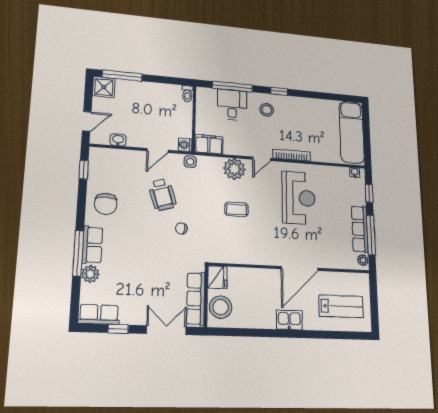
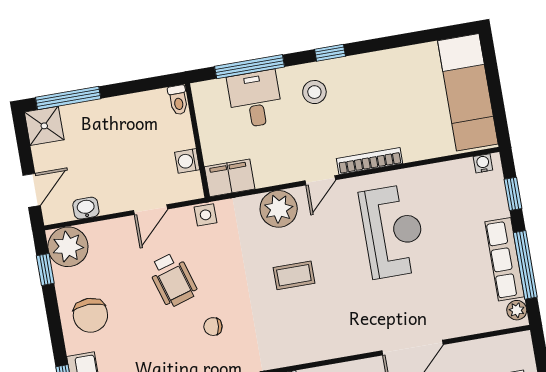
washing machine: (185, 145) -> (187, 161), moved
plant: (101, 160) -> (68, 247), added

